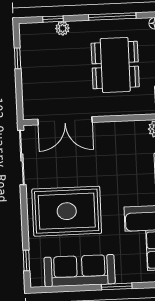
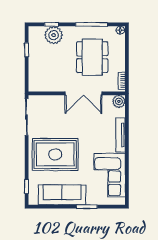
plant: (62, 28) -> (54, 35), width x1.87, depth x1.87
double door: (65, 121) -> (83, 93), moved

